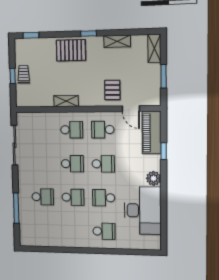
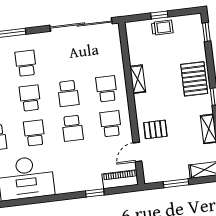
school desk: (72, 130) -> (106, 89), turned 180
piano: (152, 133) -> (120, 179), width x0.73, depth x0.75
sliding door: (14, 145) -> (81, 25), width x1.36
plant: (154, 178) -> (63, 186), removed
school desk: (43, 197) -> (26, 63), turned 180
school desk: (73, 197) -> (30, 98), turned 180

